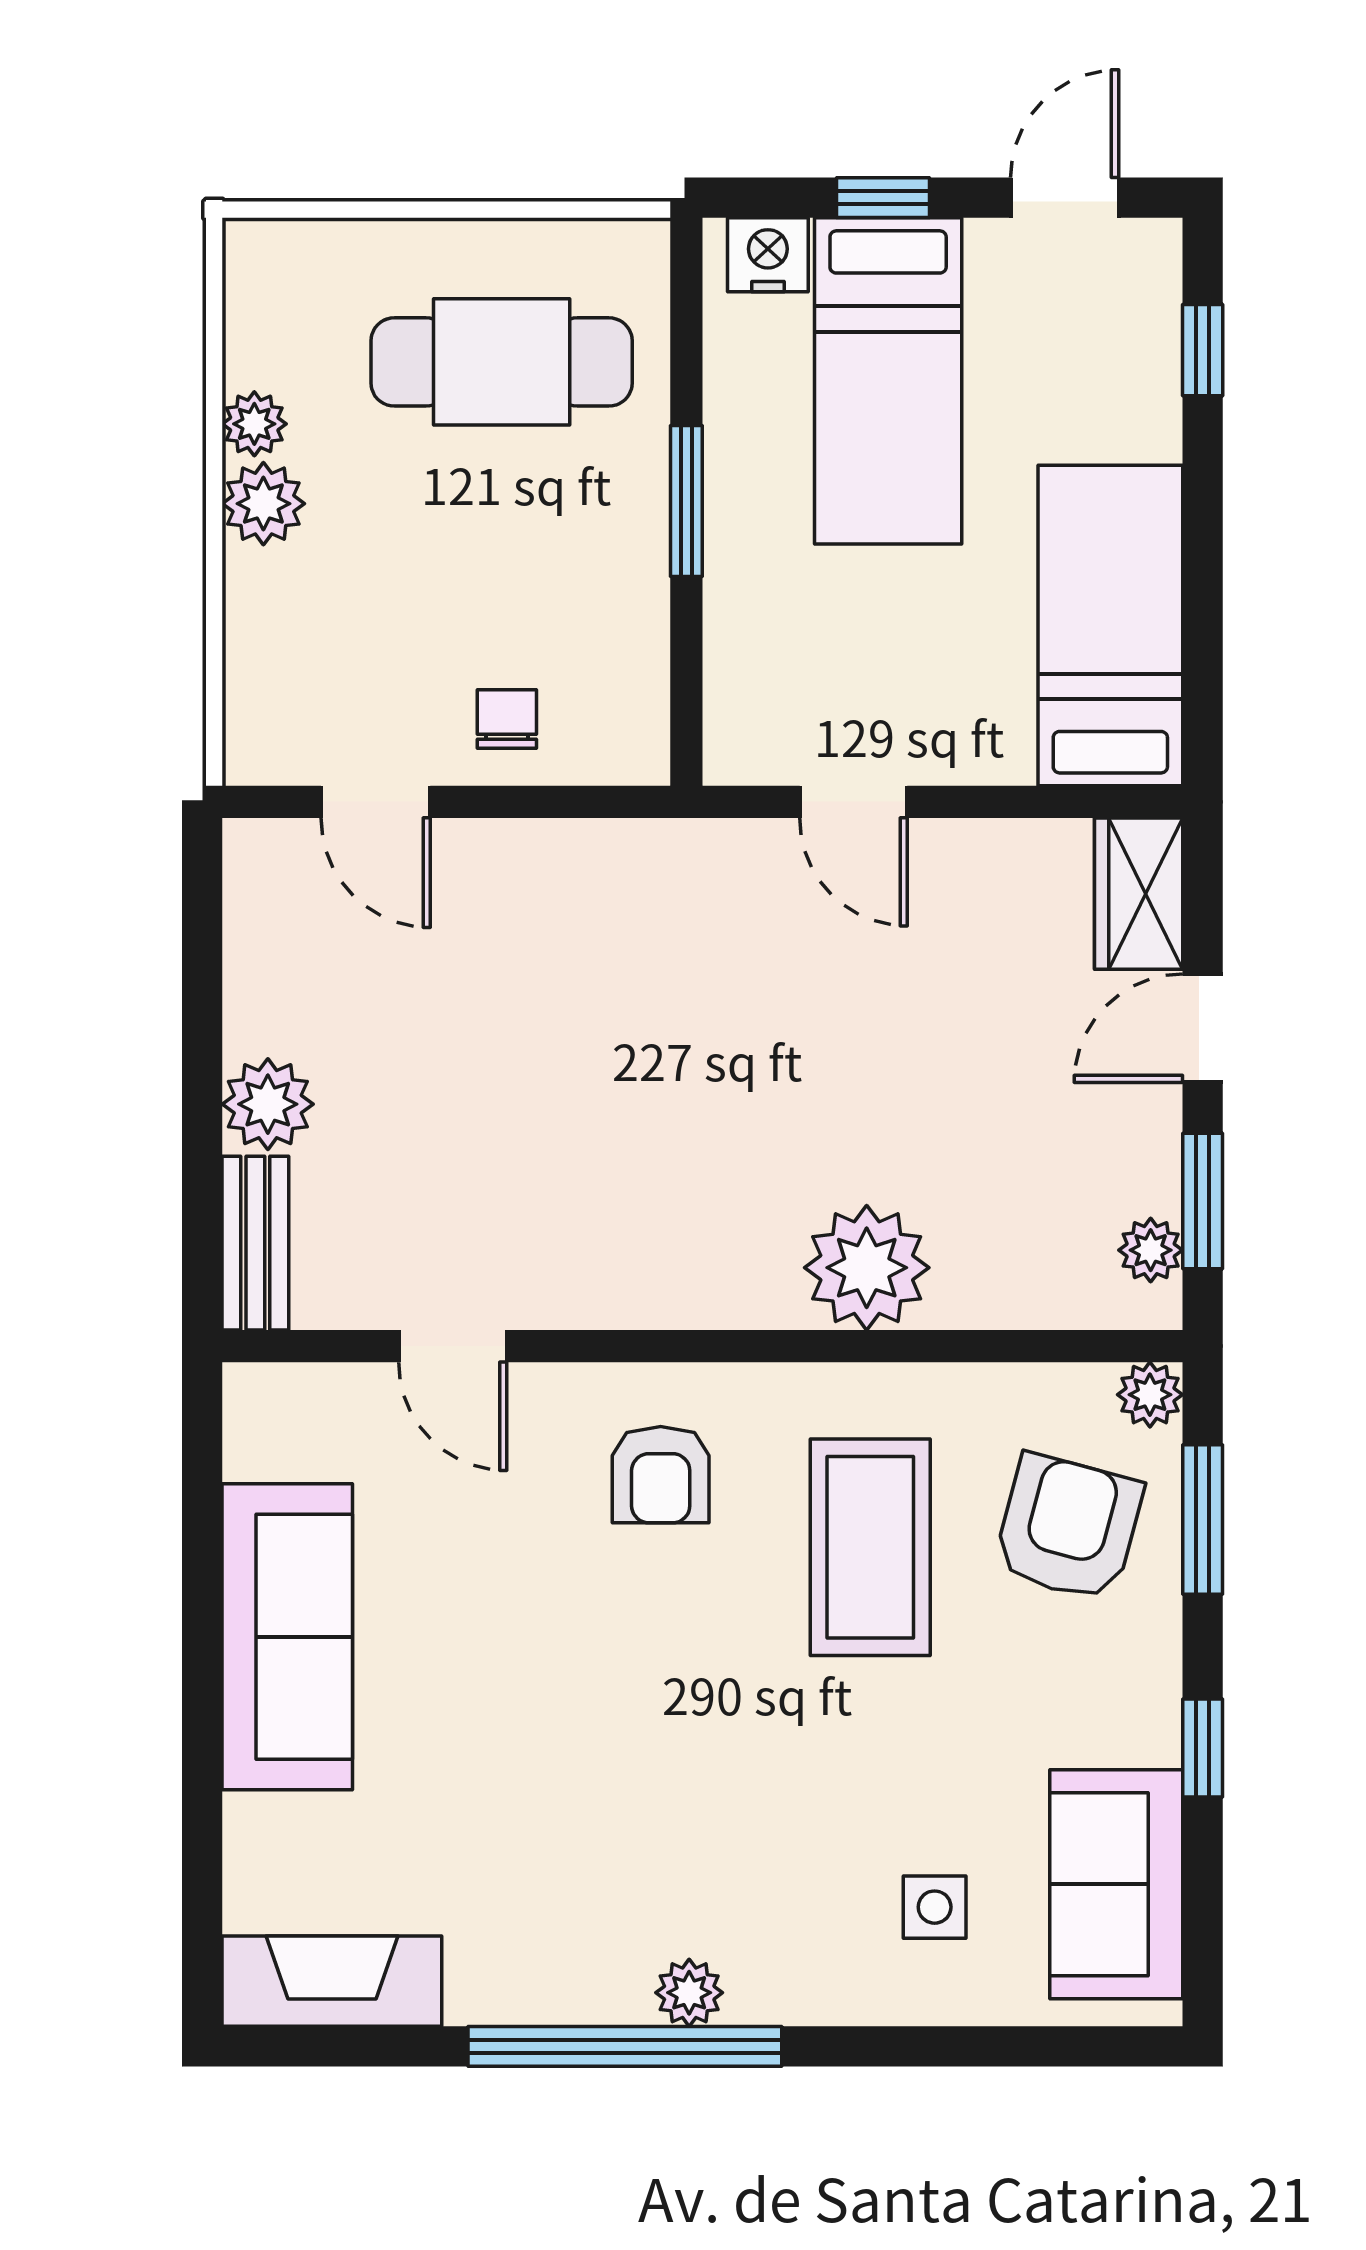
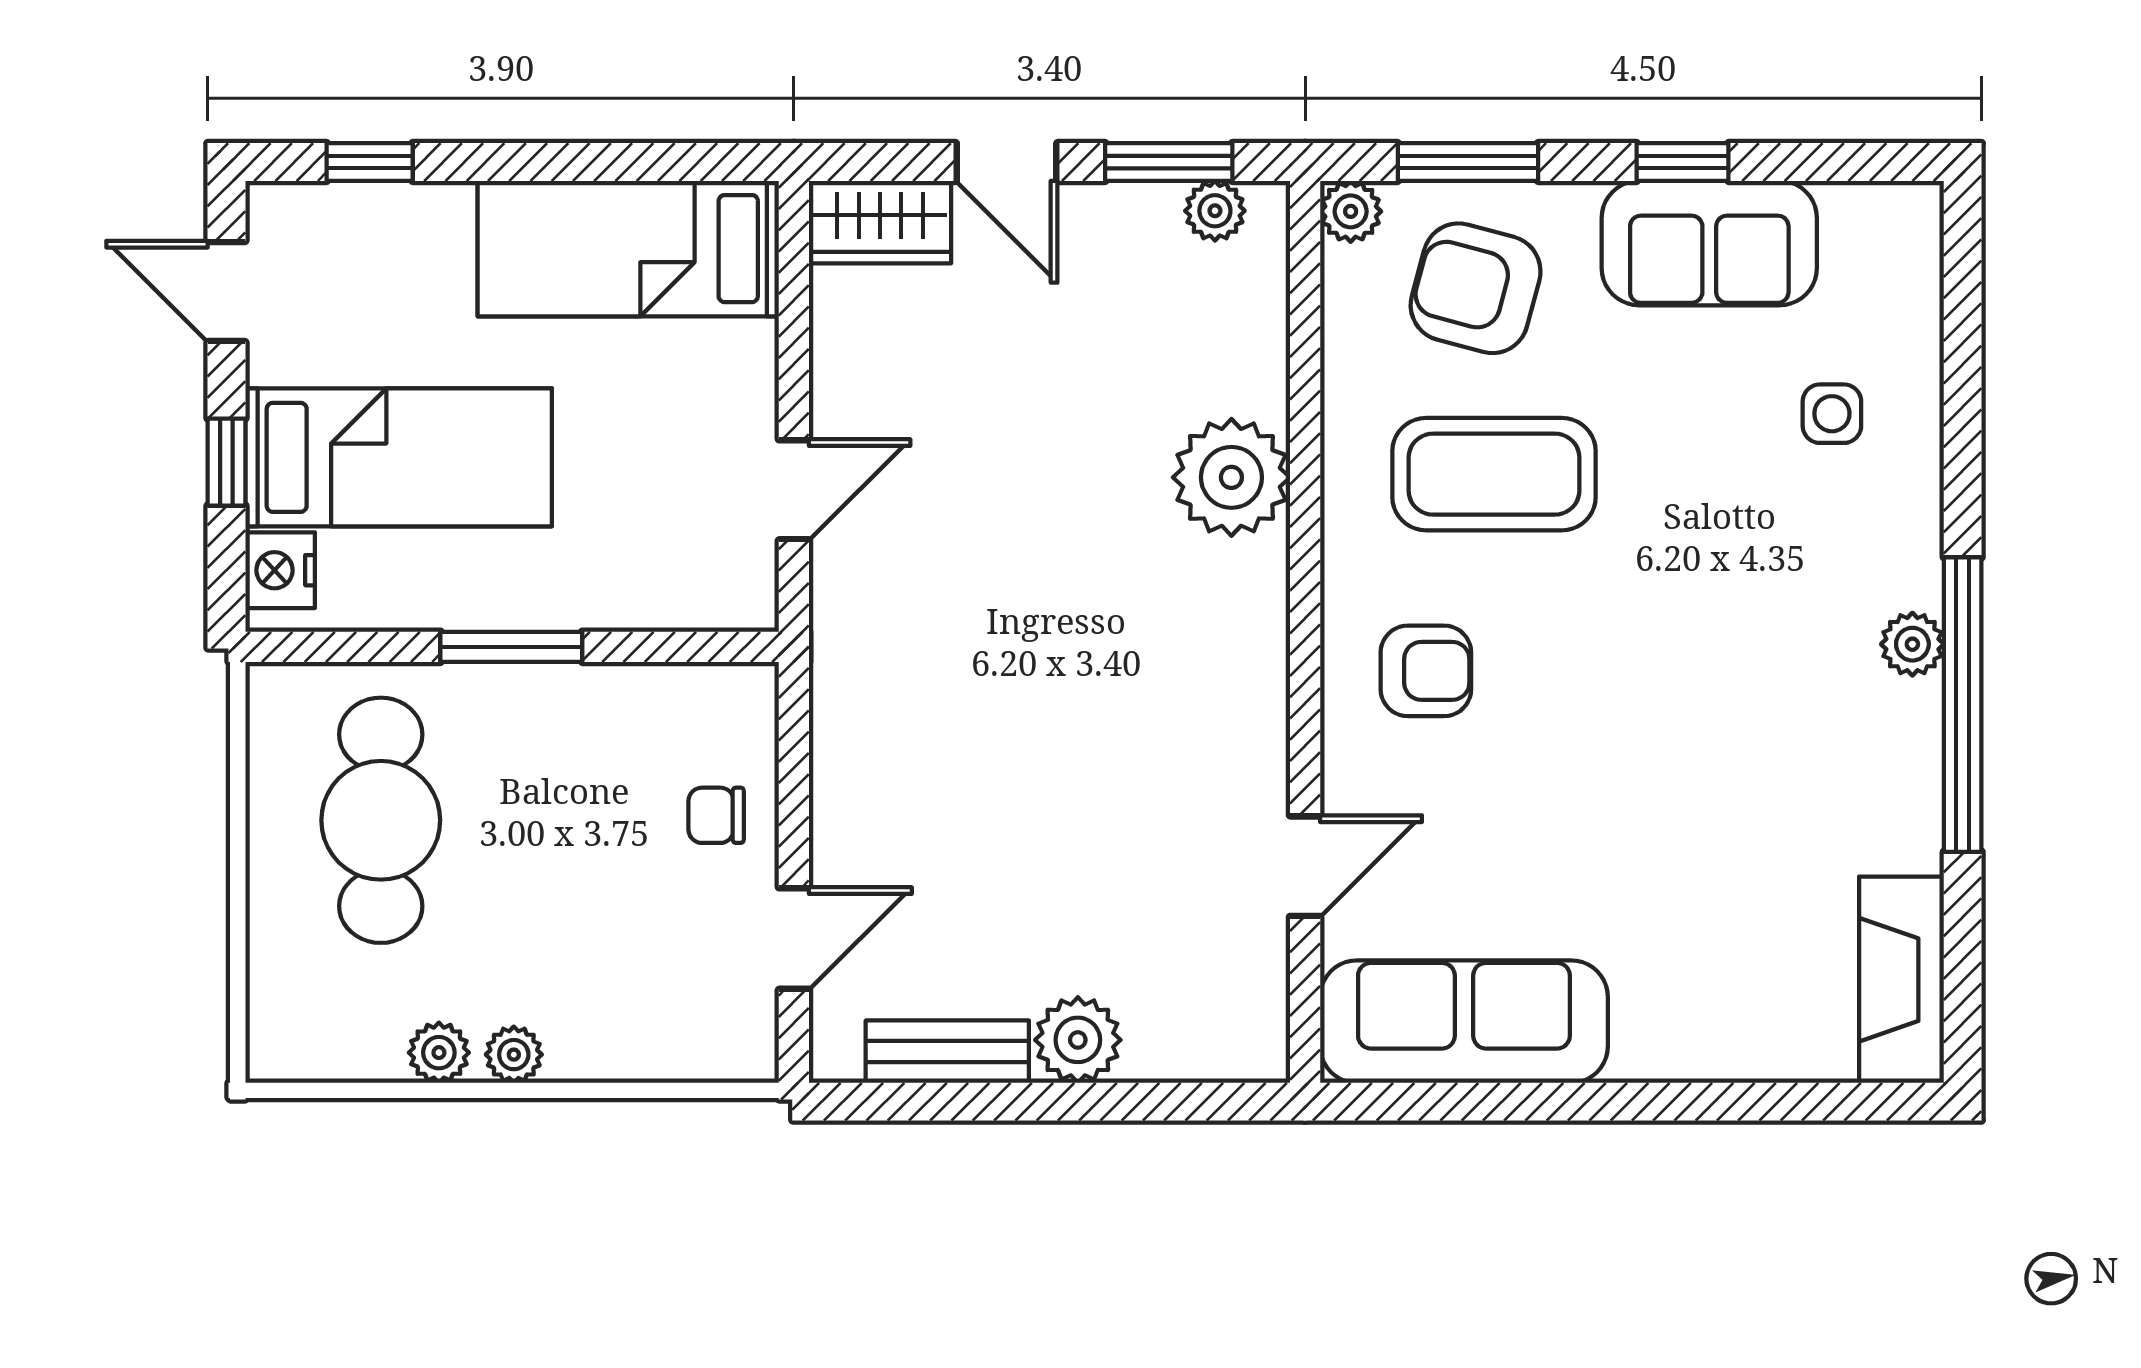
plant: (263, 504) -> (514, 1055), width x0.73, depth x0.73
bench: (255, 1243) -> (947, 1052), moved
sofa: (287, 1637) -> (1464, 1022), moved
sofa: (1116, 1884) -> (1709, 243), moved

